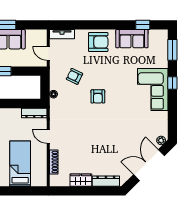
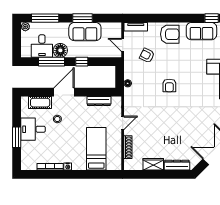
armchair: (75, 76) -> (147, 55), moved
dresser: (34, 113) -> (99, 101), moved
door: (48, 136) -> (123, 123), swing flipped

